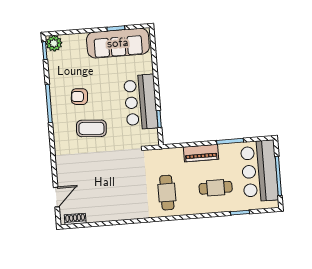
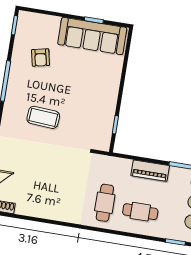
plant: (54, 43) -> (26, 20), removed
armchair: (79, 97) -> (41, 58), moved, turned -107
bar counter: (141, 102) -> (101, 103), removed
cafe table: (216, 188) -> (140, 212), moved

